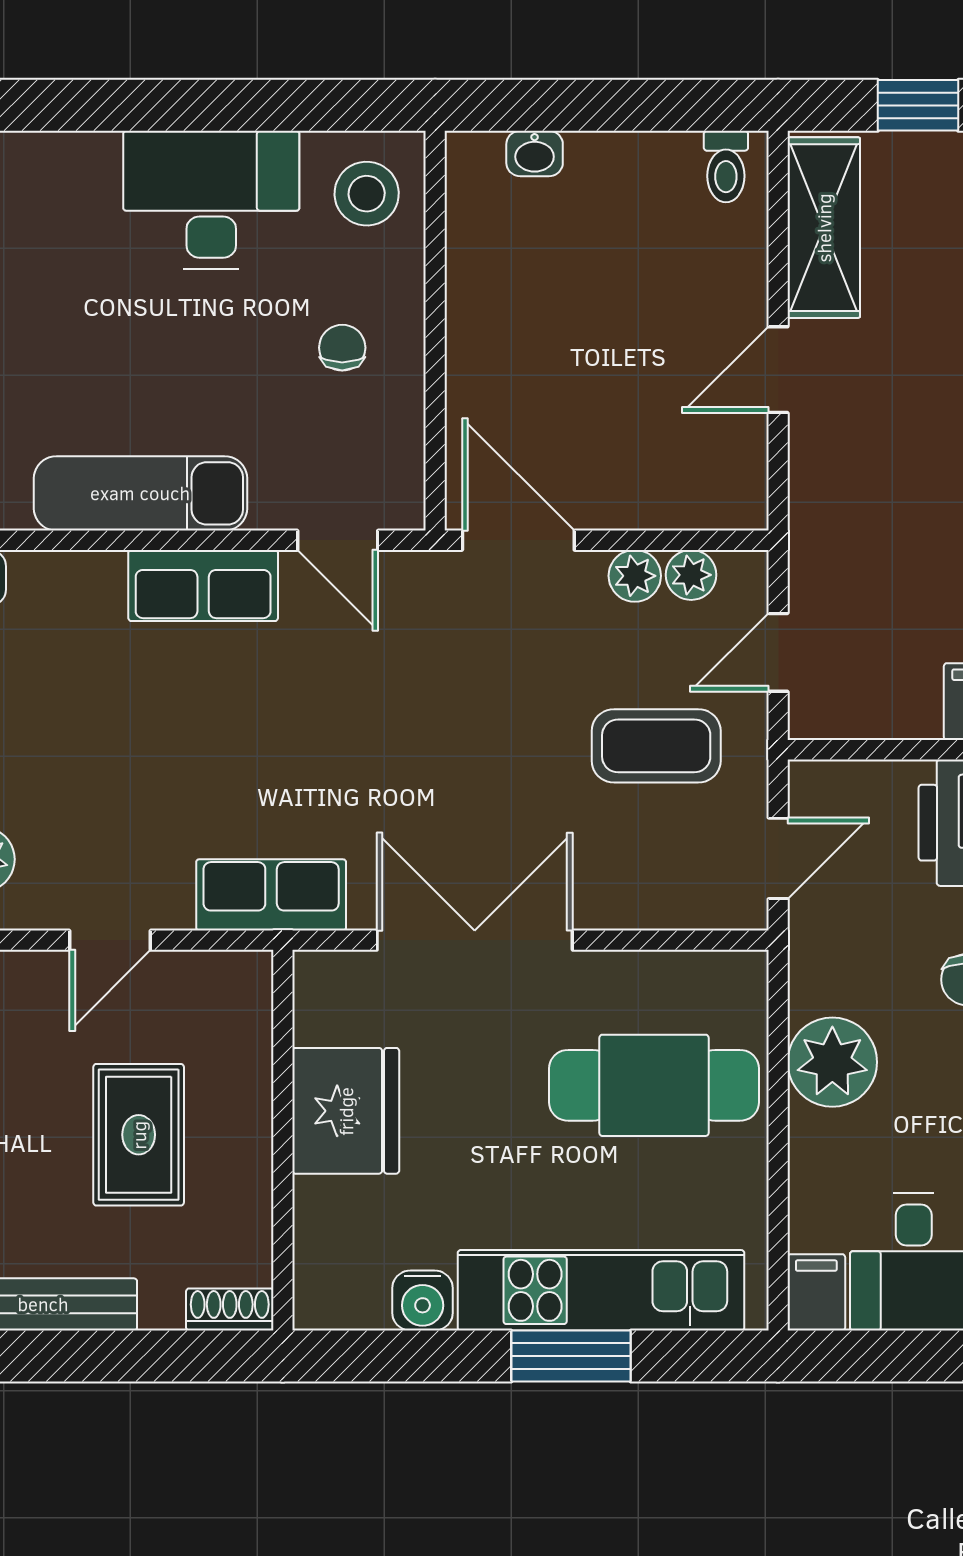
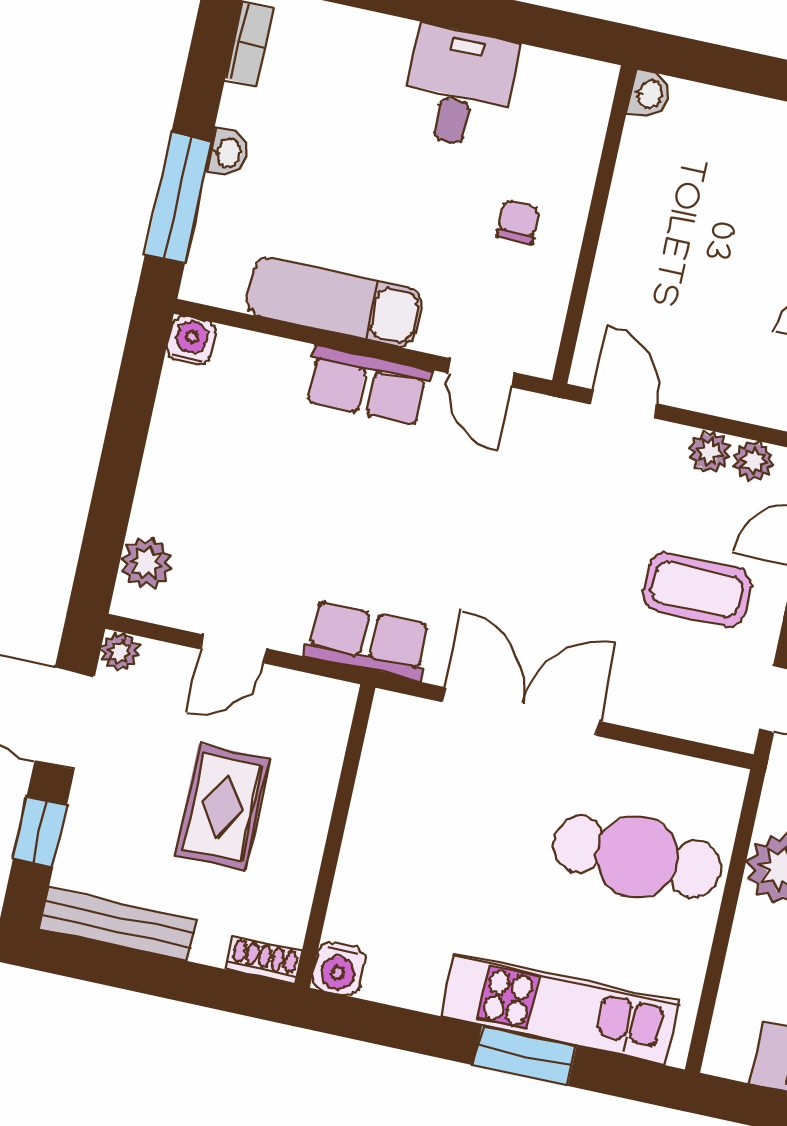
washbasin: (535, 154) -> (649, 95), moved, turned -90
stool: (367, 194) -> (564, 105), removed
desk: (211, 200) -> (459, 87), width x0.73
door: (518, 540) -> (624, 404), width x0.73
fridge: (346, 1111) -> (390, 824), removed
filing cabinet: (816, 1292) -> (729, 1048), removed
water cooler: (423, 1300) -> (339, 969), moved

